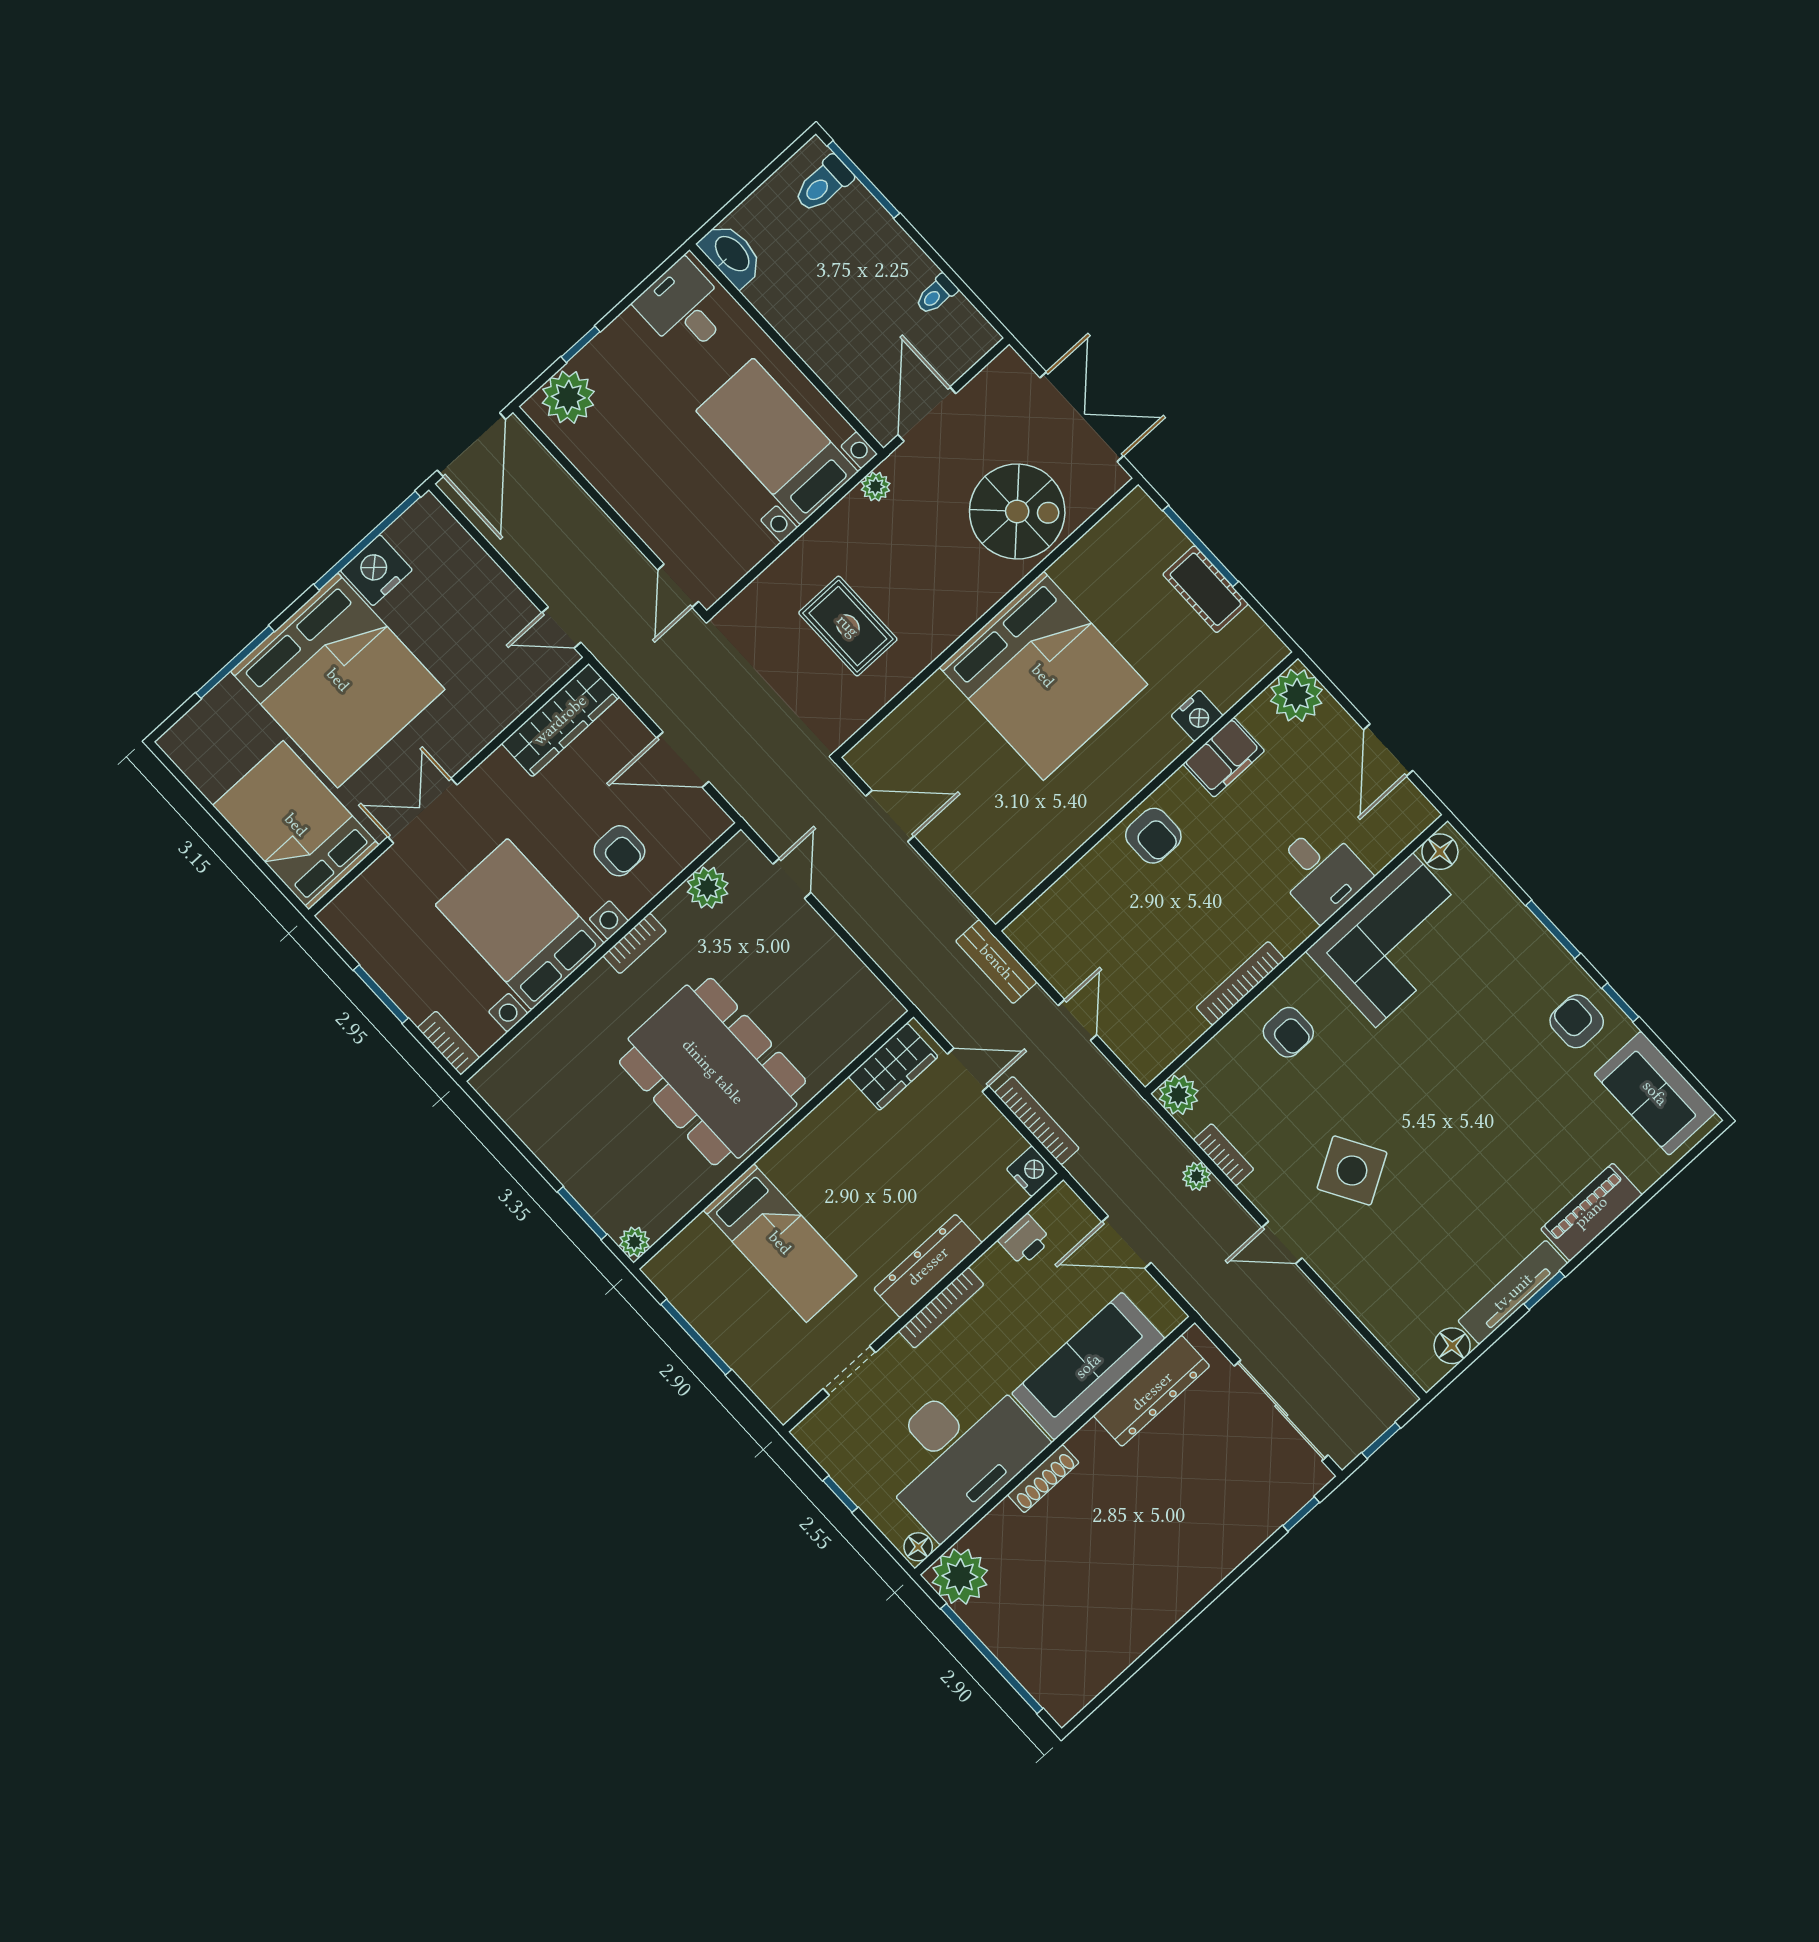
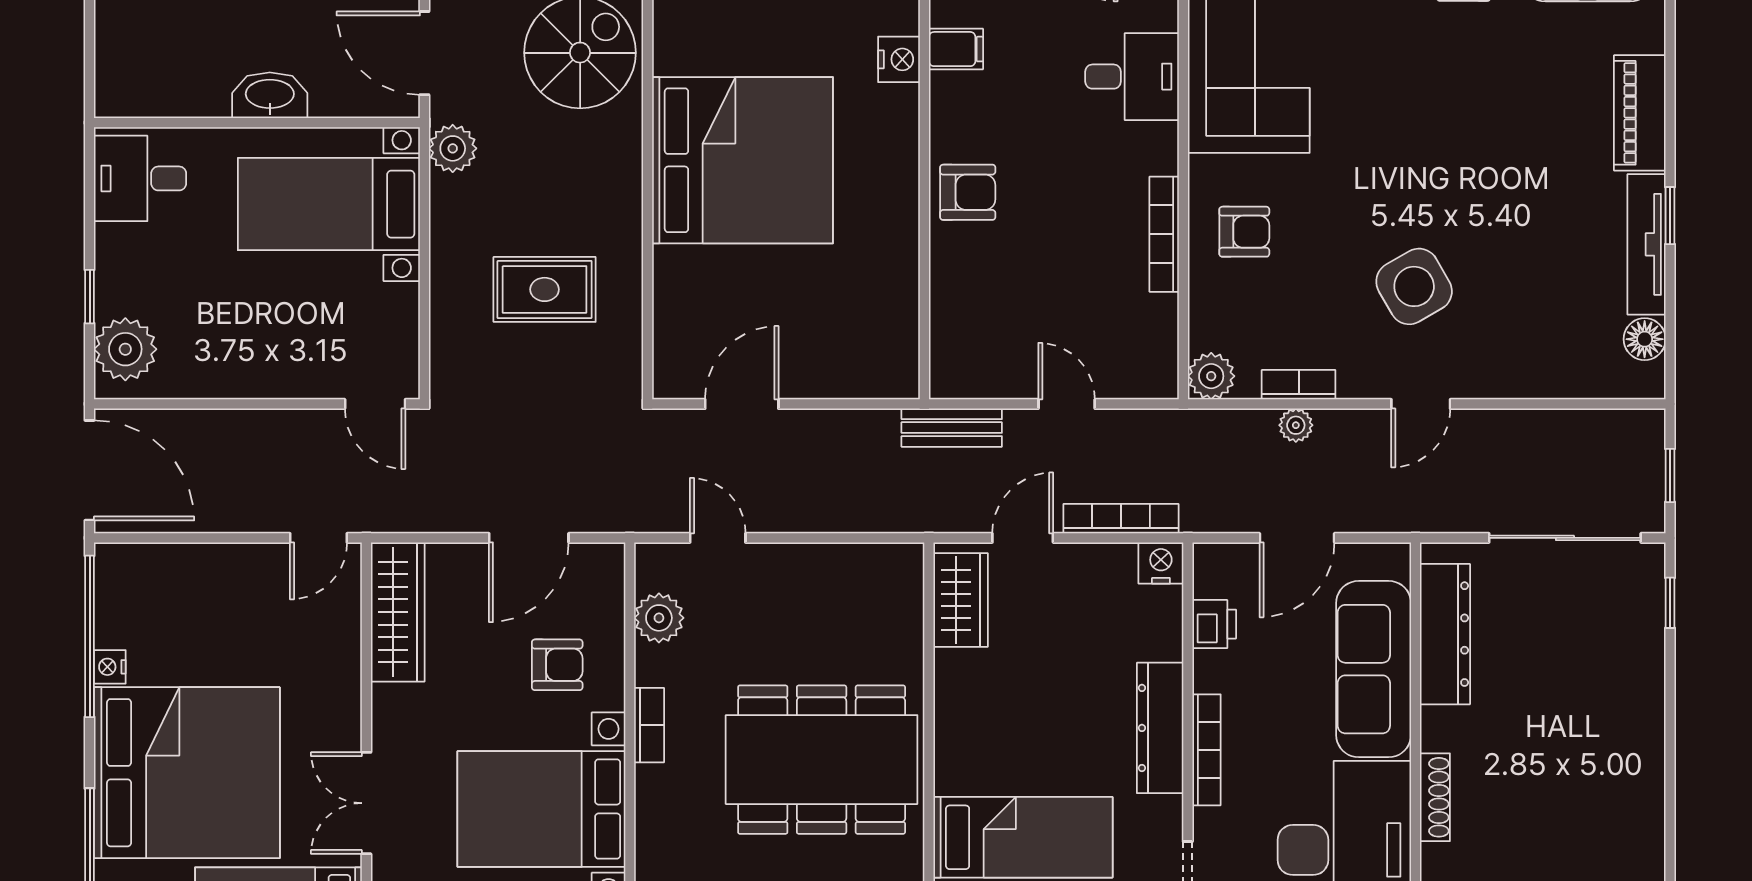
washbasin: (731, 254) -> (270, 95), moved
plant: (876, 487) -> (453, 148), width x1.38, depth x1.38
nightstand: (376, 570) -> (110, 667), width x0.53, depth x0.56
filing cabinet: (1224, 757) -> (956, 49), width x0.50

